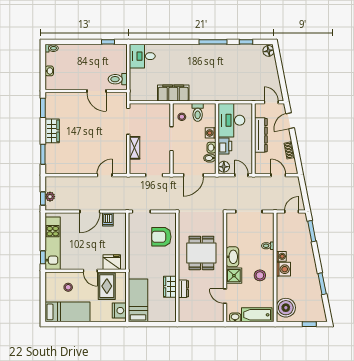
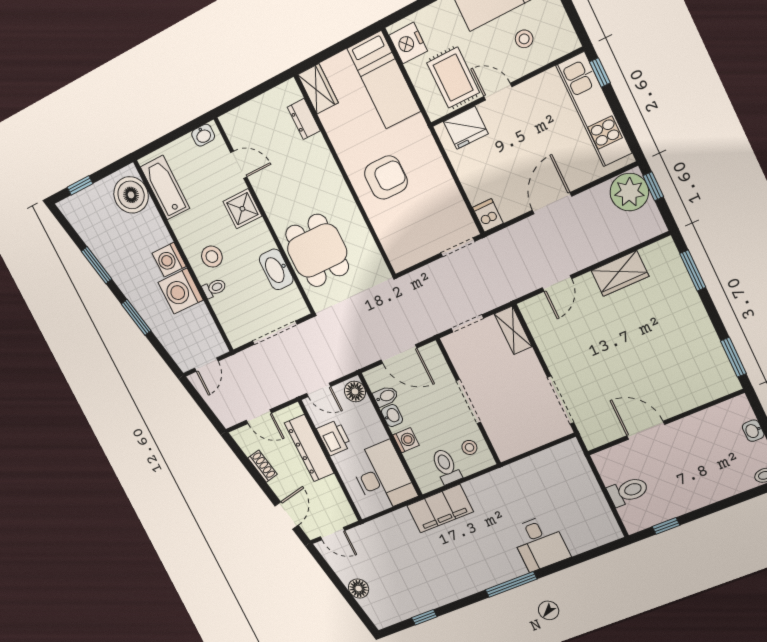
window: (213, 42) -> (511, 584), moved
floor lamp: (268, 51) -> (359, 589), moved
desk: (142, 56) -> (540, 543), moved, turned 90
toilet: (118, 79) -> (628, 491), moved
filing cabinet: (173, 93) -> (440, 509), moved
wardrobe: (52, 131) -> (620, 273), moved, turned -90
dresser: (261, 135) -> (309, 448), moved
printer: (225, 146) -> (334, 438), moved, turned 180
shelving: (135, 148) -> (513, 330), moved
door: (193, 175) -> (399, 354), swing flipped
plant: (50, 197) -> (629, 192), width x1.88, depth x1.88
dishwasher: (108, 219) -> (488, 215), moved
window: (312, 231) -> (136, 317), moved
armchair: (161, 237) -> (386, 178), moved
dining table: (201, 253) -> (317, 250), moved
washing machine: (281, 256) -> (181, 291), width x1.89, depth x1.89
washbasin: (232, 257) -> (276, 269), moved
stool: (260, 275) -> (212, 257), moved
wardrobe: (170, 287) -> (318, 89), moved
dresser: (183, 289) -> (304, 119), moved
bathtub: (257, 315) -> (165, 188), moved, turned -90

